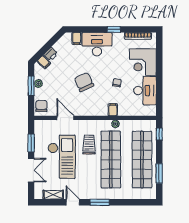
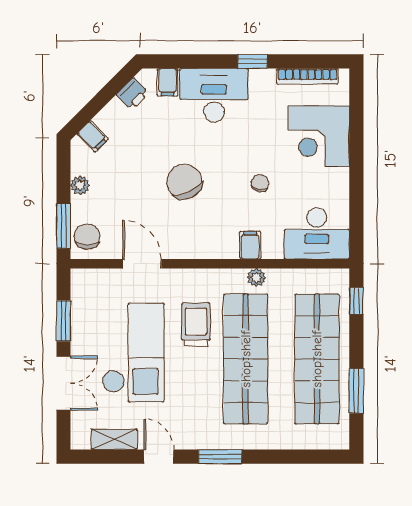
printer: (51, 54) -> (133, 94), moved
window: (31, 86) -> (64, 226), moved
desk: (145, 90) -> (317, 233), moved, turned 90

